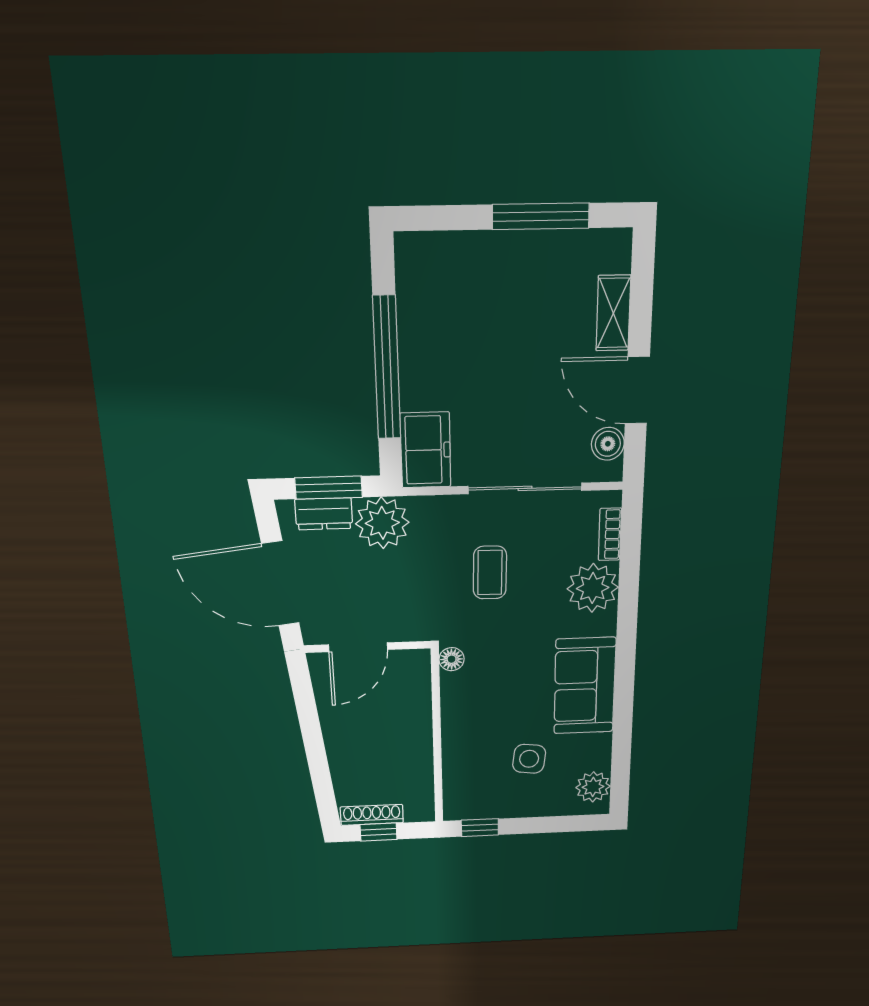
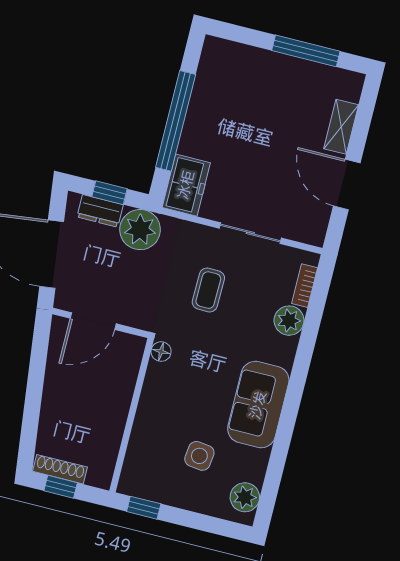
boiler: (608, 444) -> (318, 217), removed
window: (329, 488) -> (110, 193), width x0.67
sliding door: (525, 488) -> (250, 233), width x0.73
plant: (593, 588) -> (289, 321), width x0.73, depth x0.73

